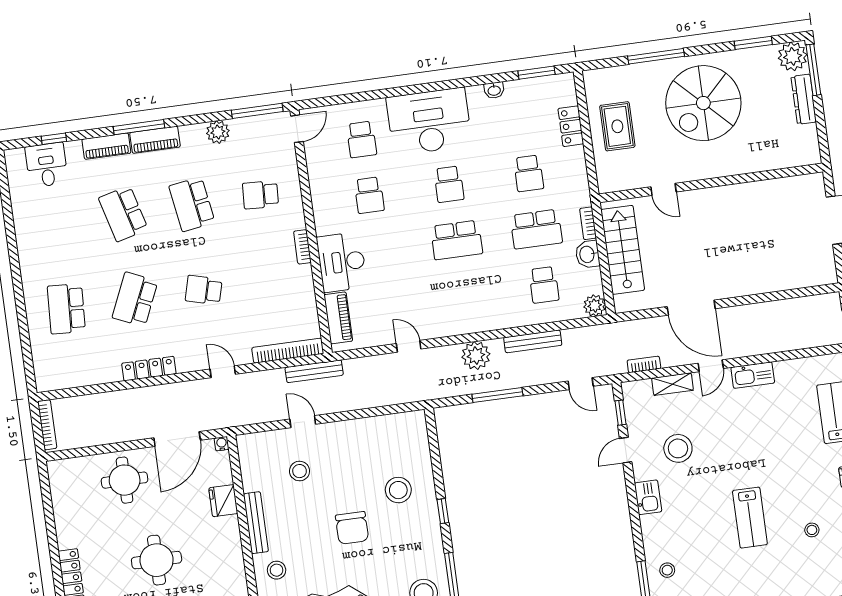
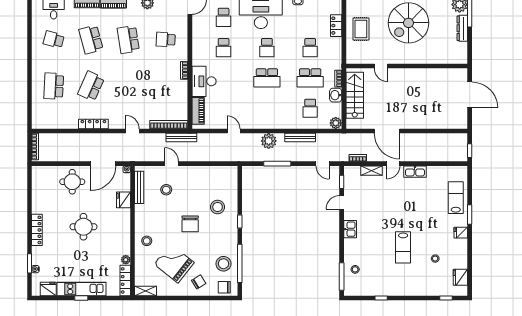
school desk: (204, 290) -> (54, 39), moved
stool: (678, 448) -> (370, 205), removed
bench: (256, 523) -> (139, 187), moved

